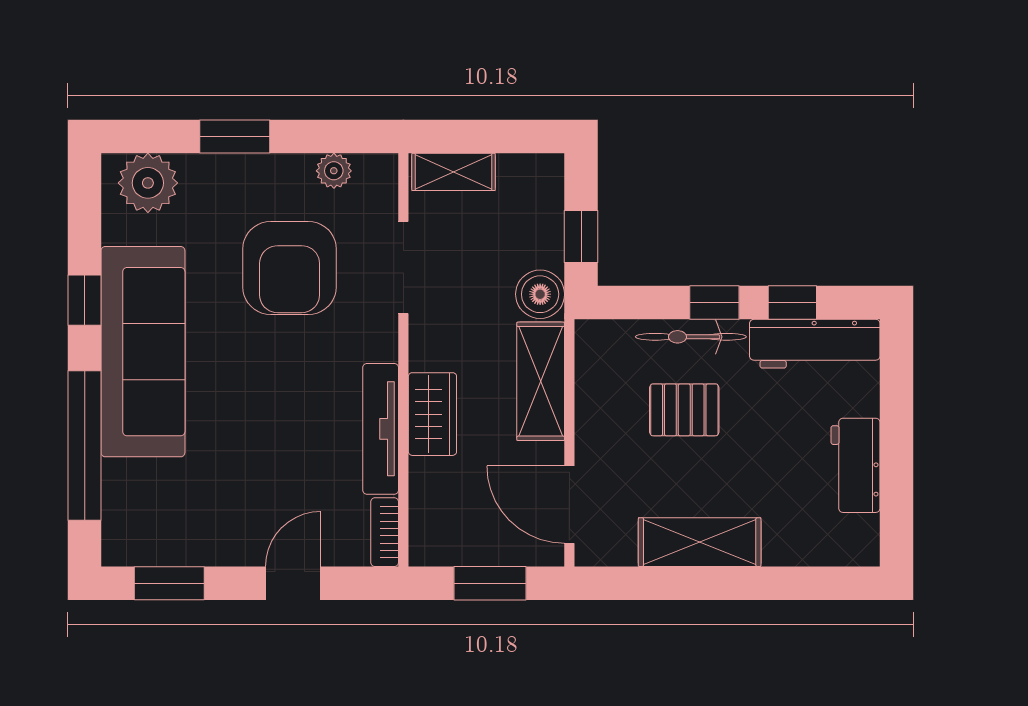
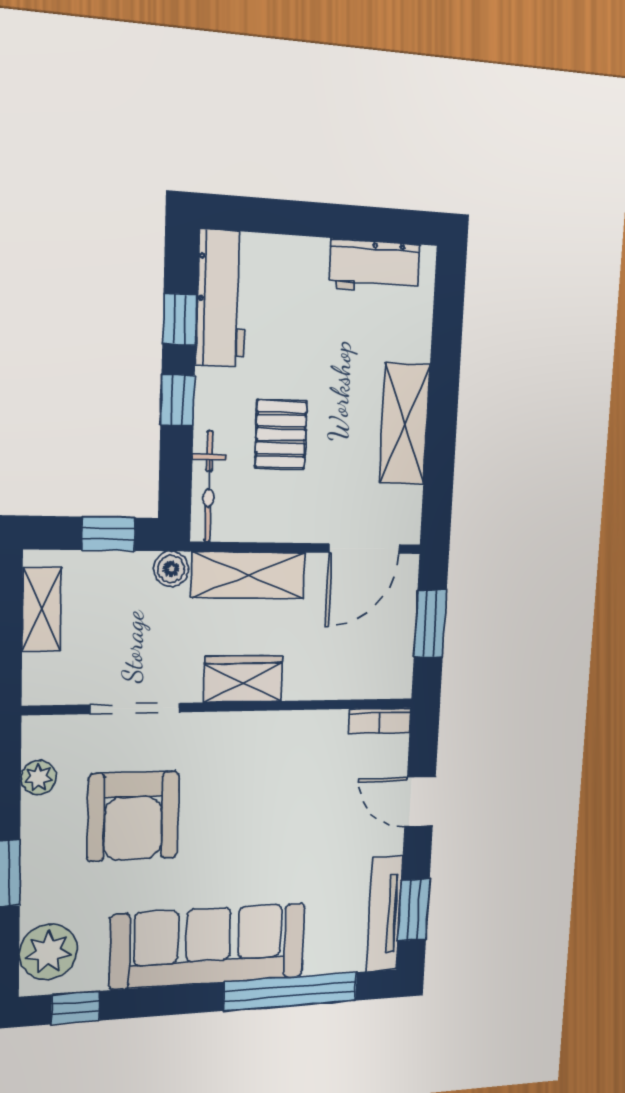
shelving: (454, 172) -> (42, 609), moved
armchair: (290, 268) -> (133, 816), turned 90
boiler: (540, 294) -> (171, 569), width x0.73, depth x0.73
window: (85, 300) -> (76, 1008), moved
bicycle: (691, 337) -> (209, 487), moved
wardrobe: (432, 414) -> (243, 679), moved
tv unit: (381, 429) -> (384, 914), moved, turned 90
workbench: (855, 465) -> (375, 266), moved

